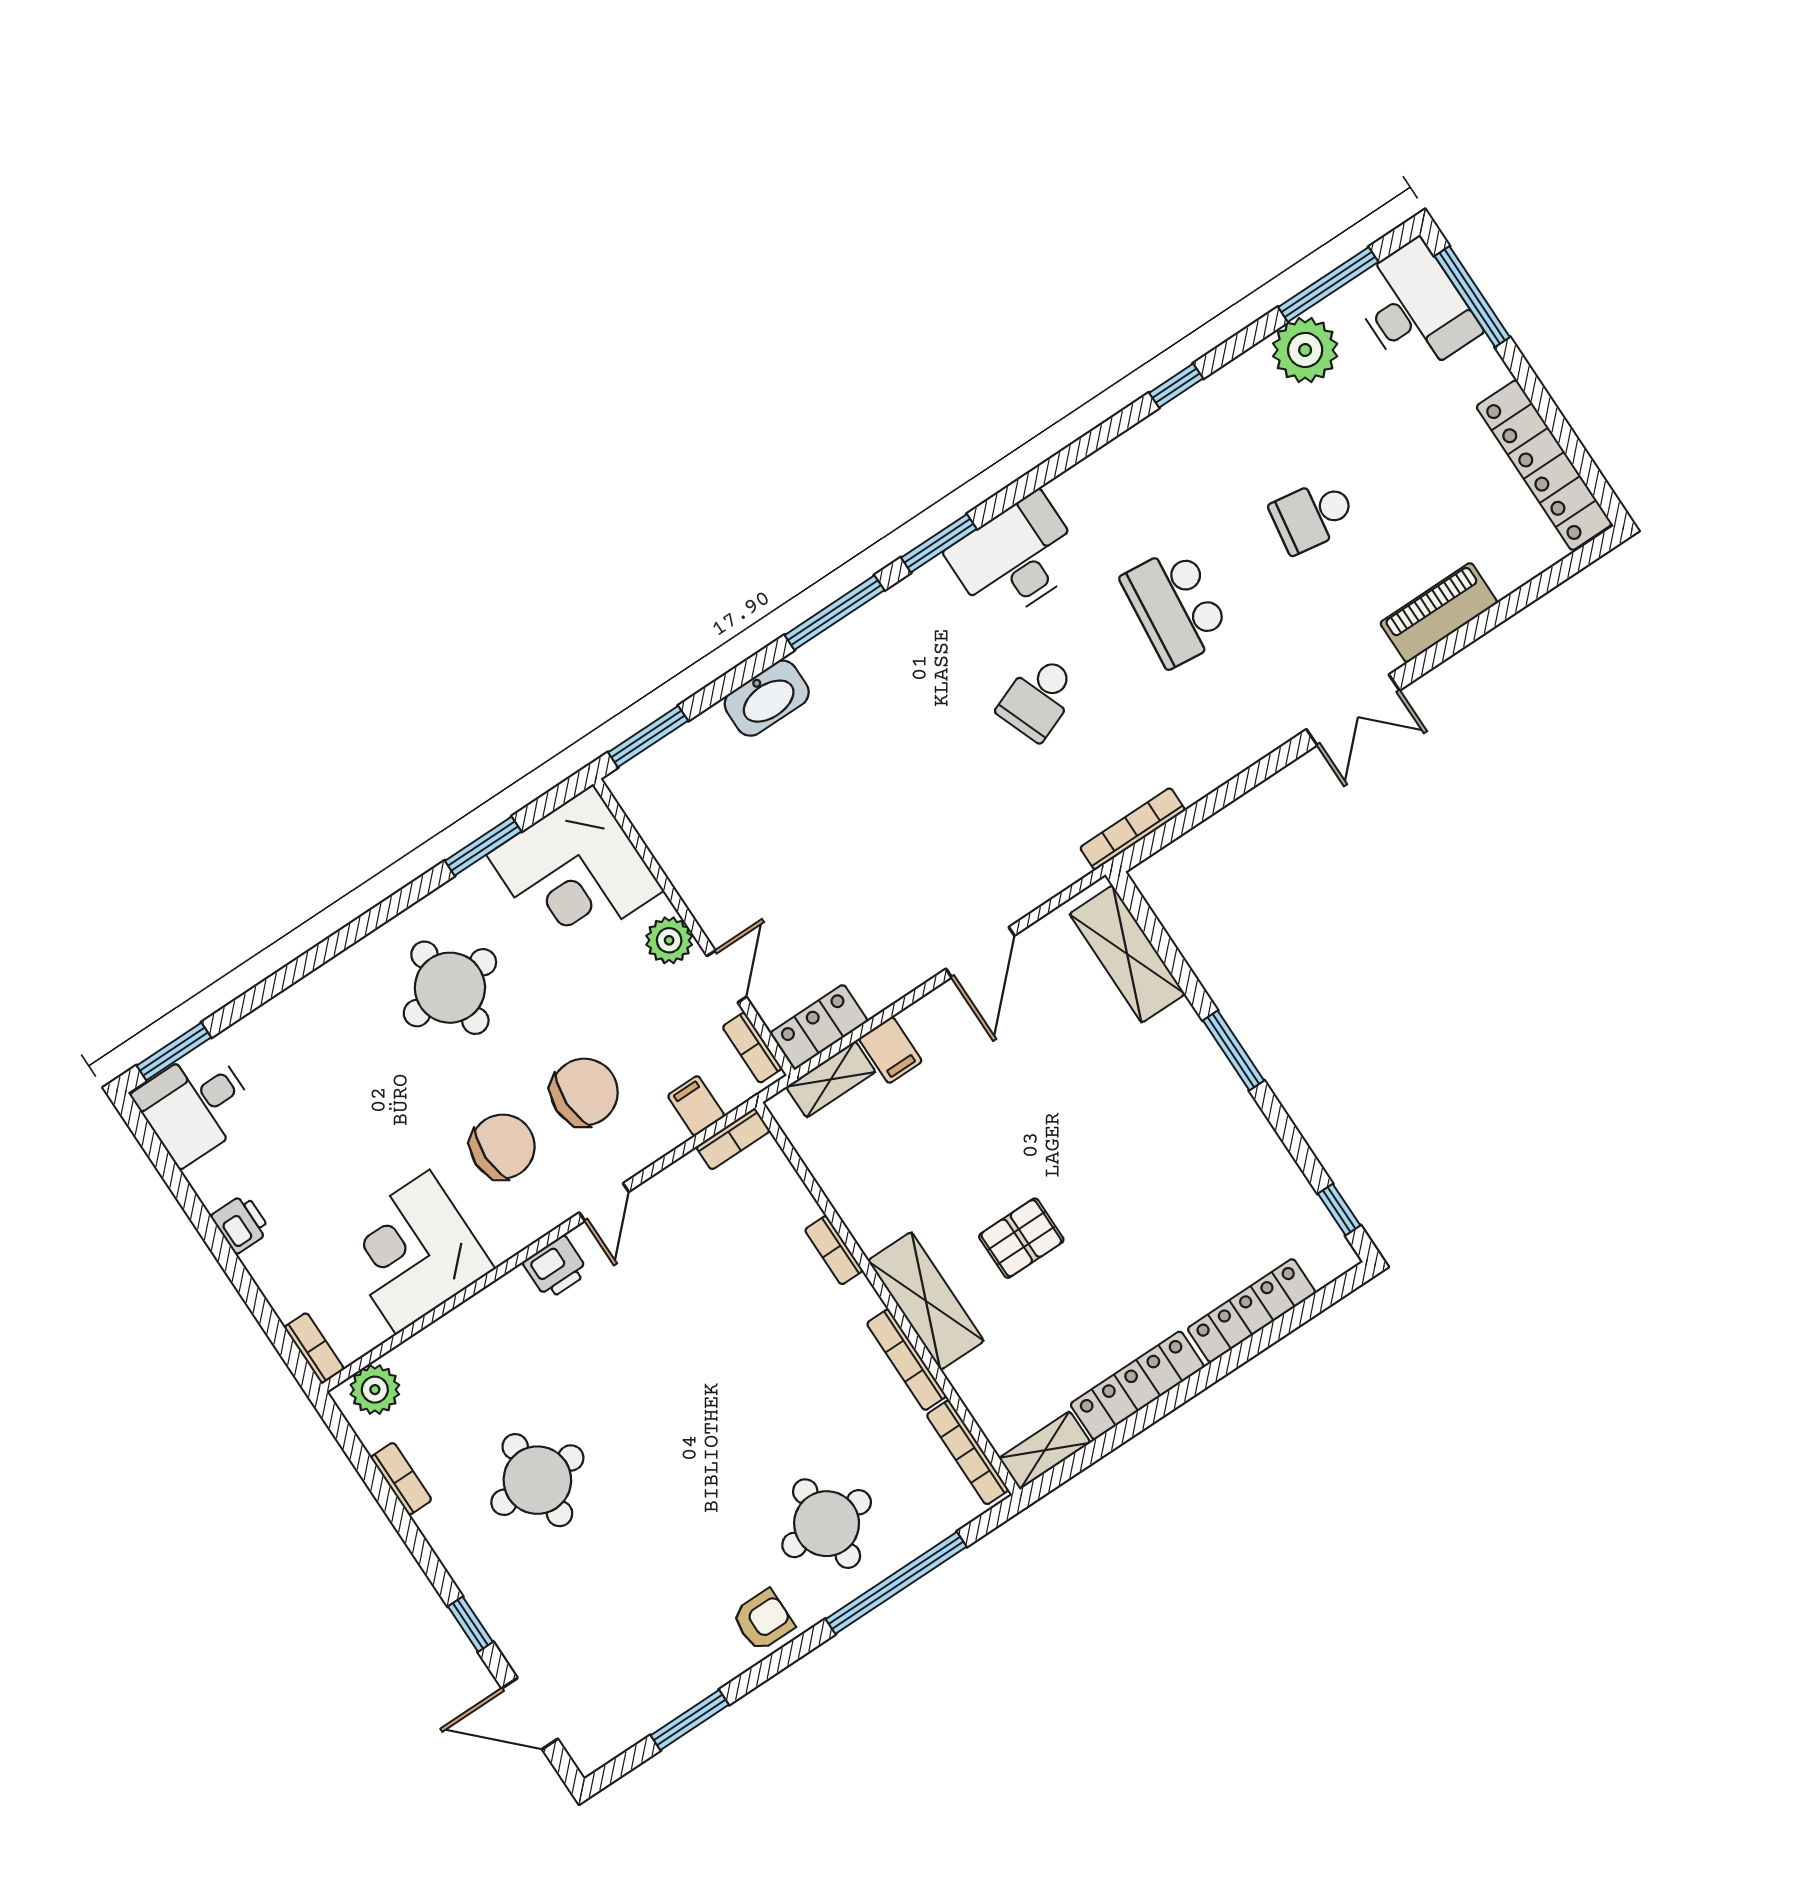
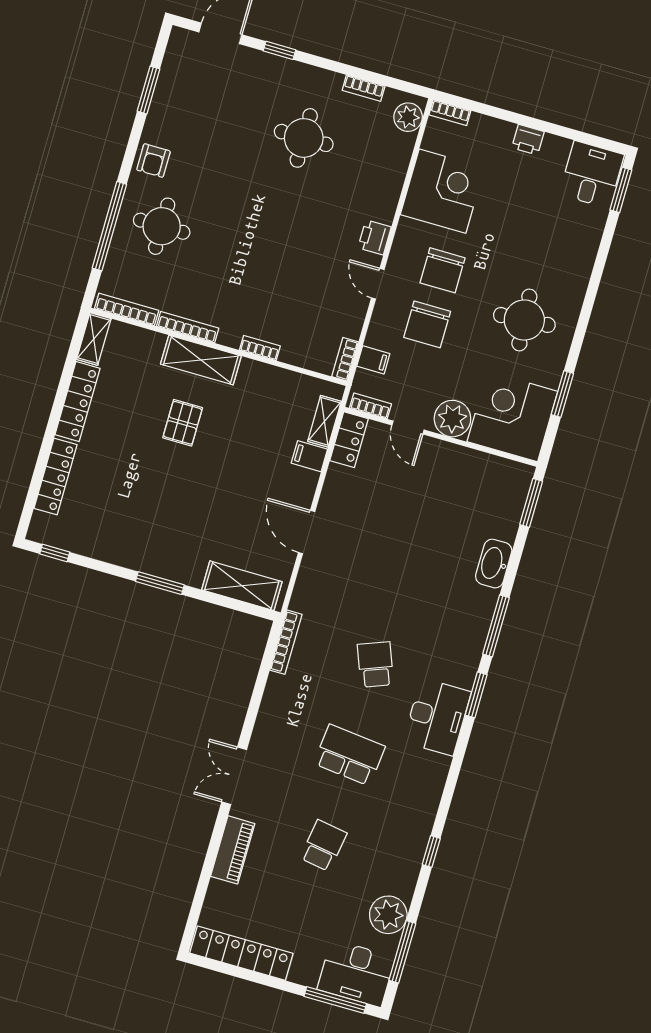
plant: (669, 940) -> (452, 419), width x1.36, depth x1.36

